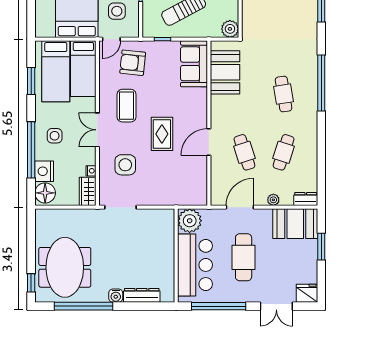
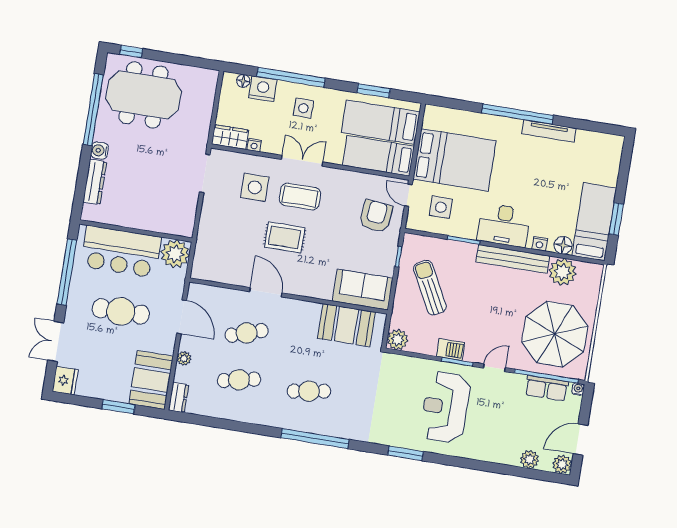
coffee table: (127, 106) -> (300, 197), moved
cafe table: (284, 152) -> (239, 380), turned -30
floor lamp: (45, 193) -> (243, 81), width x0.53, depth x0.53

